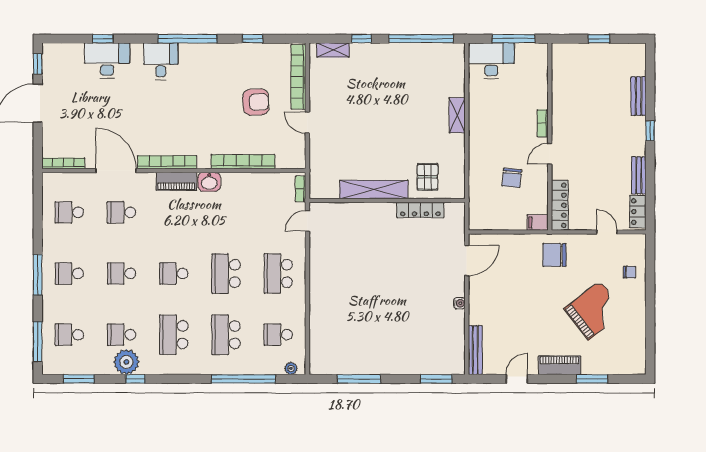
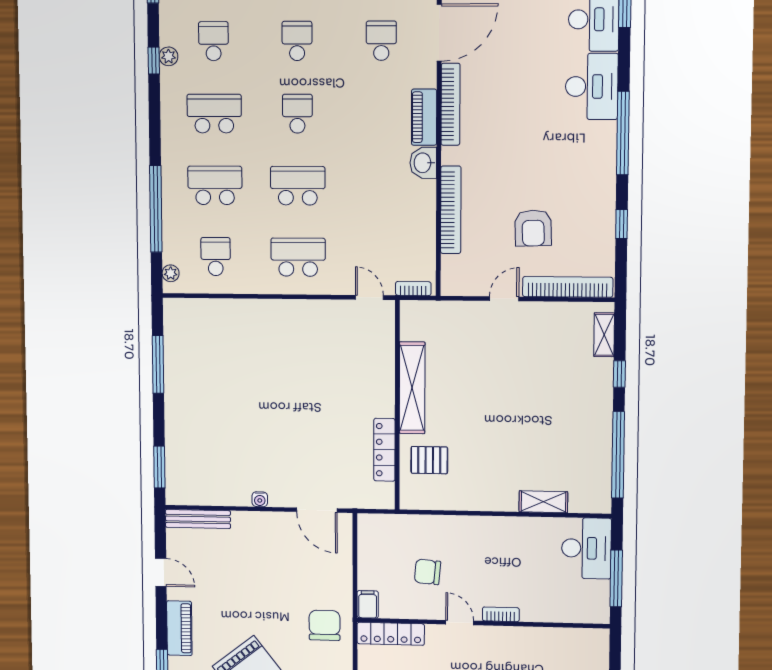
desk: (161, 61) -> (592, 86), width x1.37
shelving: (457, 115) -> (543, 502), moved
plant: (126, 362) -> (169, 56), width x0.53, depth x0.53

